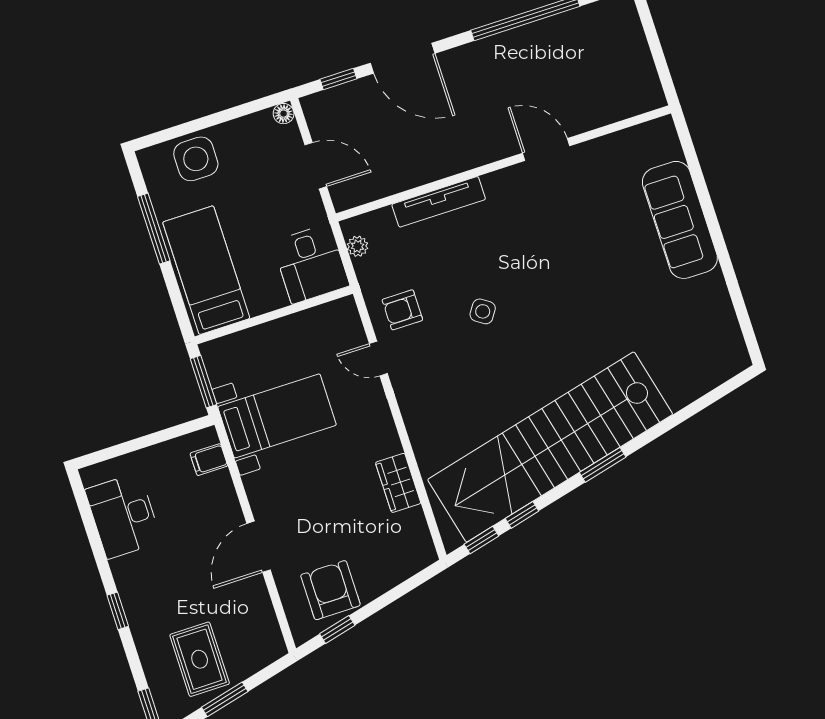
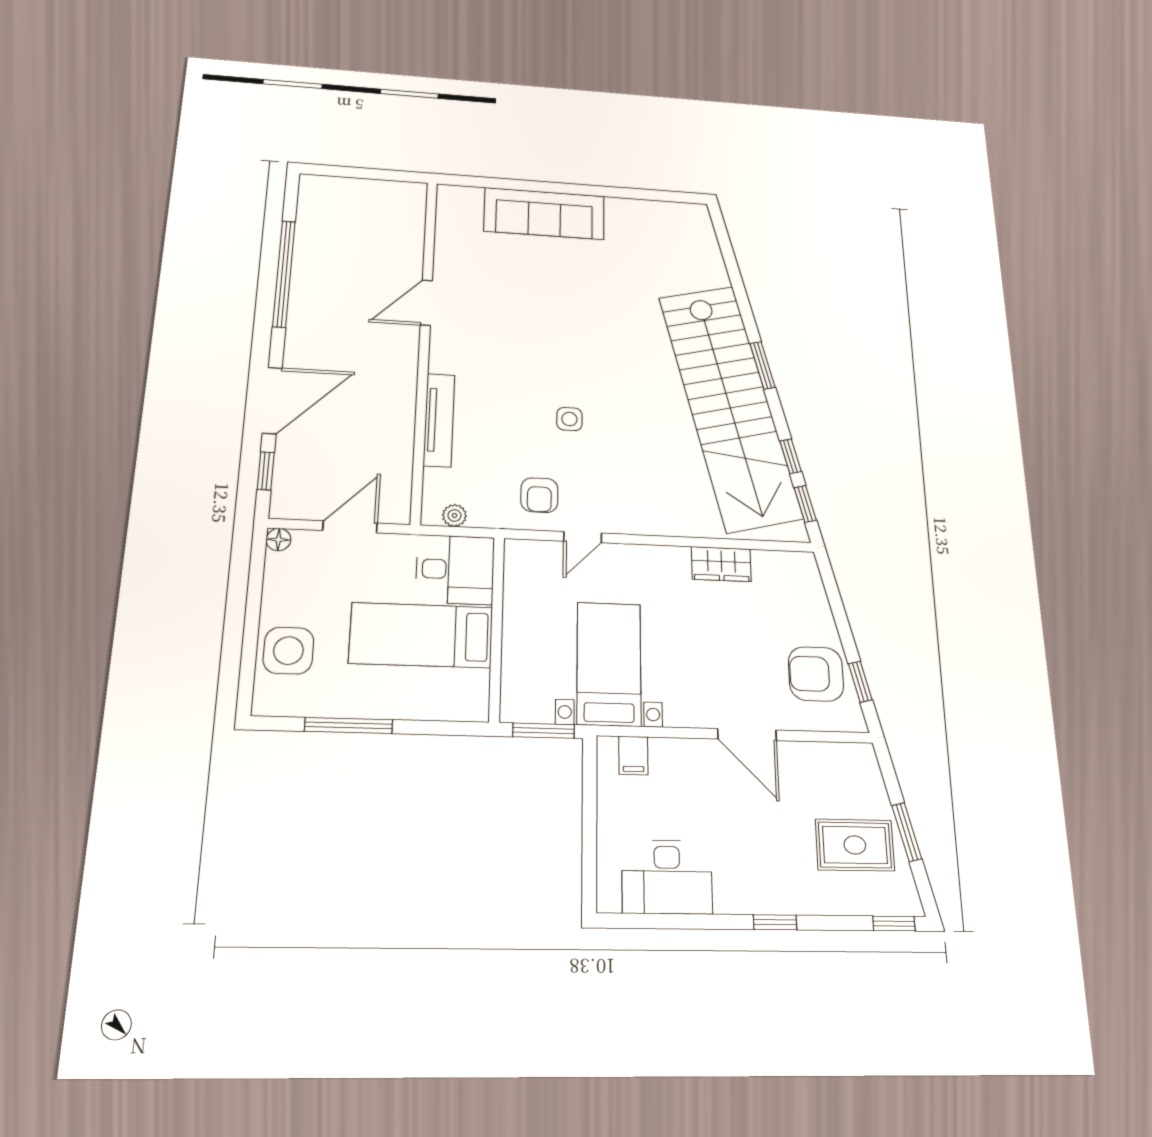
bed: (206, 270) -> (421, 635), moved
side table: (483, 311) -> (569, 419), turned -34

